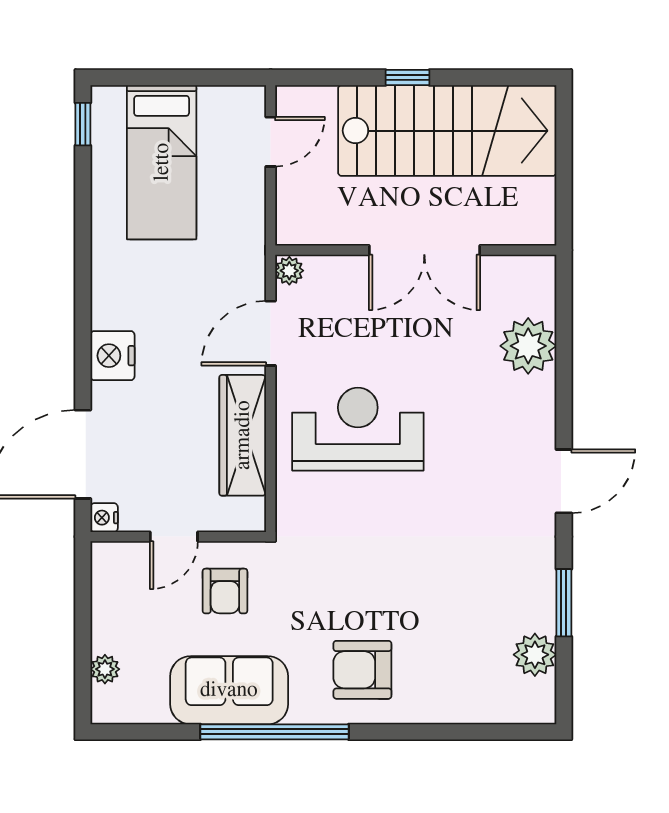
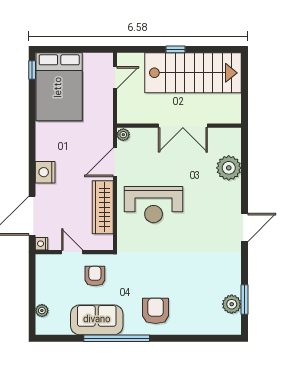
bed: (162, 162) -> (59, 87), width x1.50
reception desk: (358, 429) -> (154, 205), turned 180
door: (174, 537) -> (72, 252), swing flipped
armchair: (225, 591) -> (95, 276), turned 180
window: (564, 603) -> (244, 300), moved
armchair: (362, 670) -> (156, 311), turned 90

